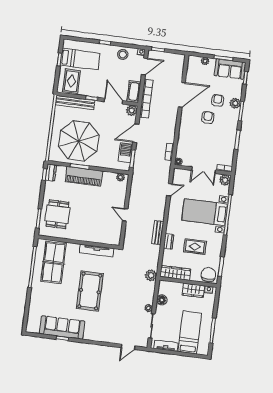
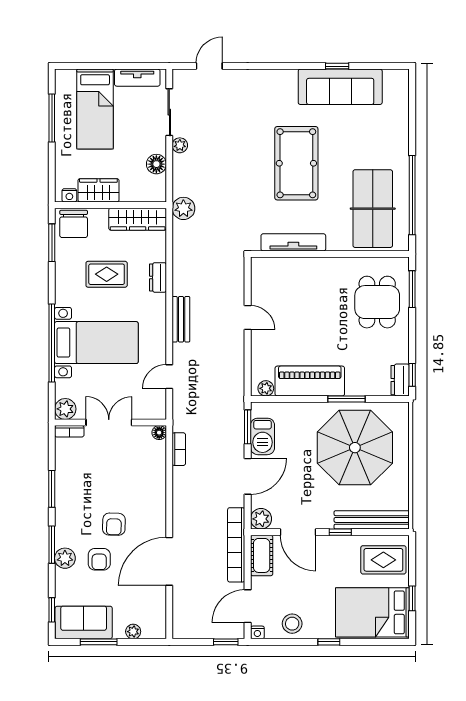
bed: (80, 59) -> (372, 612), width x1.50
rug: (71, 81) -> (383, 560), turned 90
piano: (84, 176) -> (310, 381), moved
bench: (158, 233) -> (181, 319), moved

